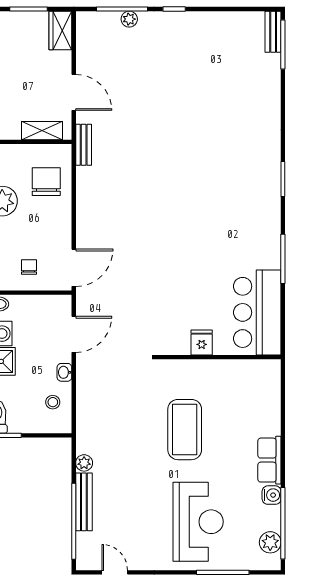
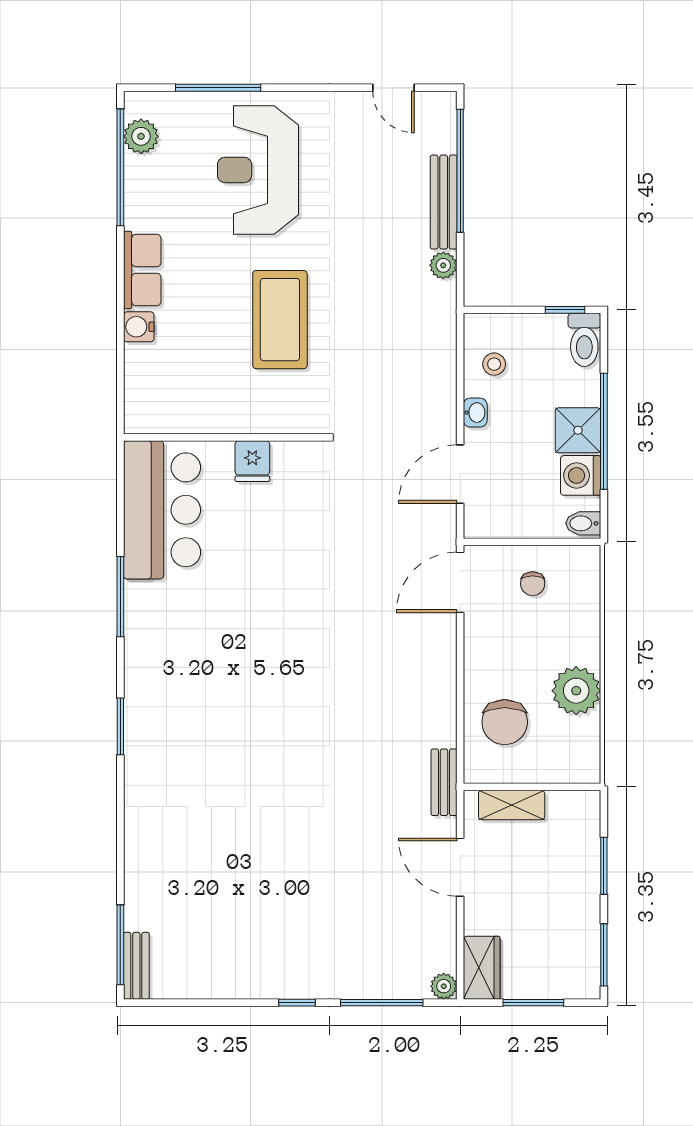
plant: (129, 19) -> (444, 986), moved
water cooler: (272, 495) -> (139, 327), moved

